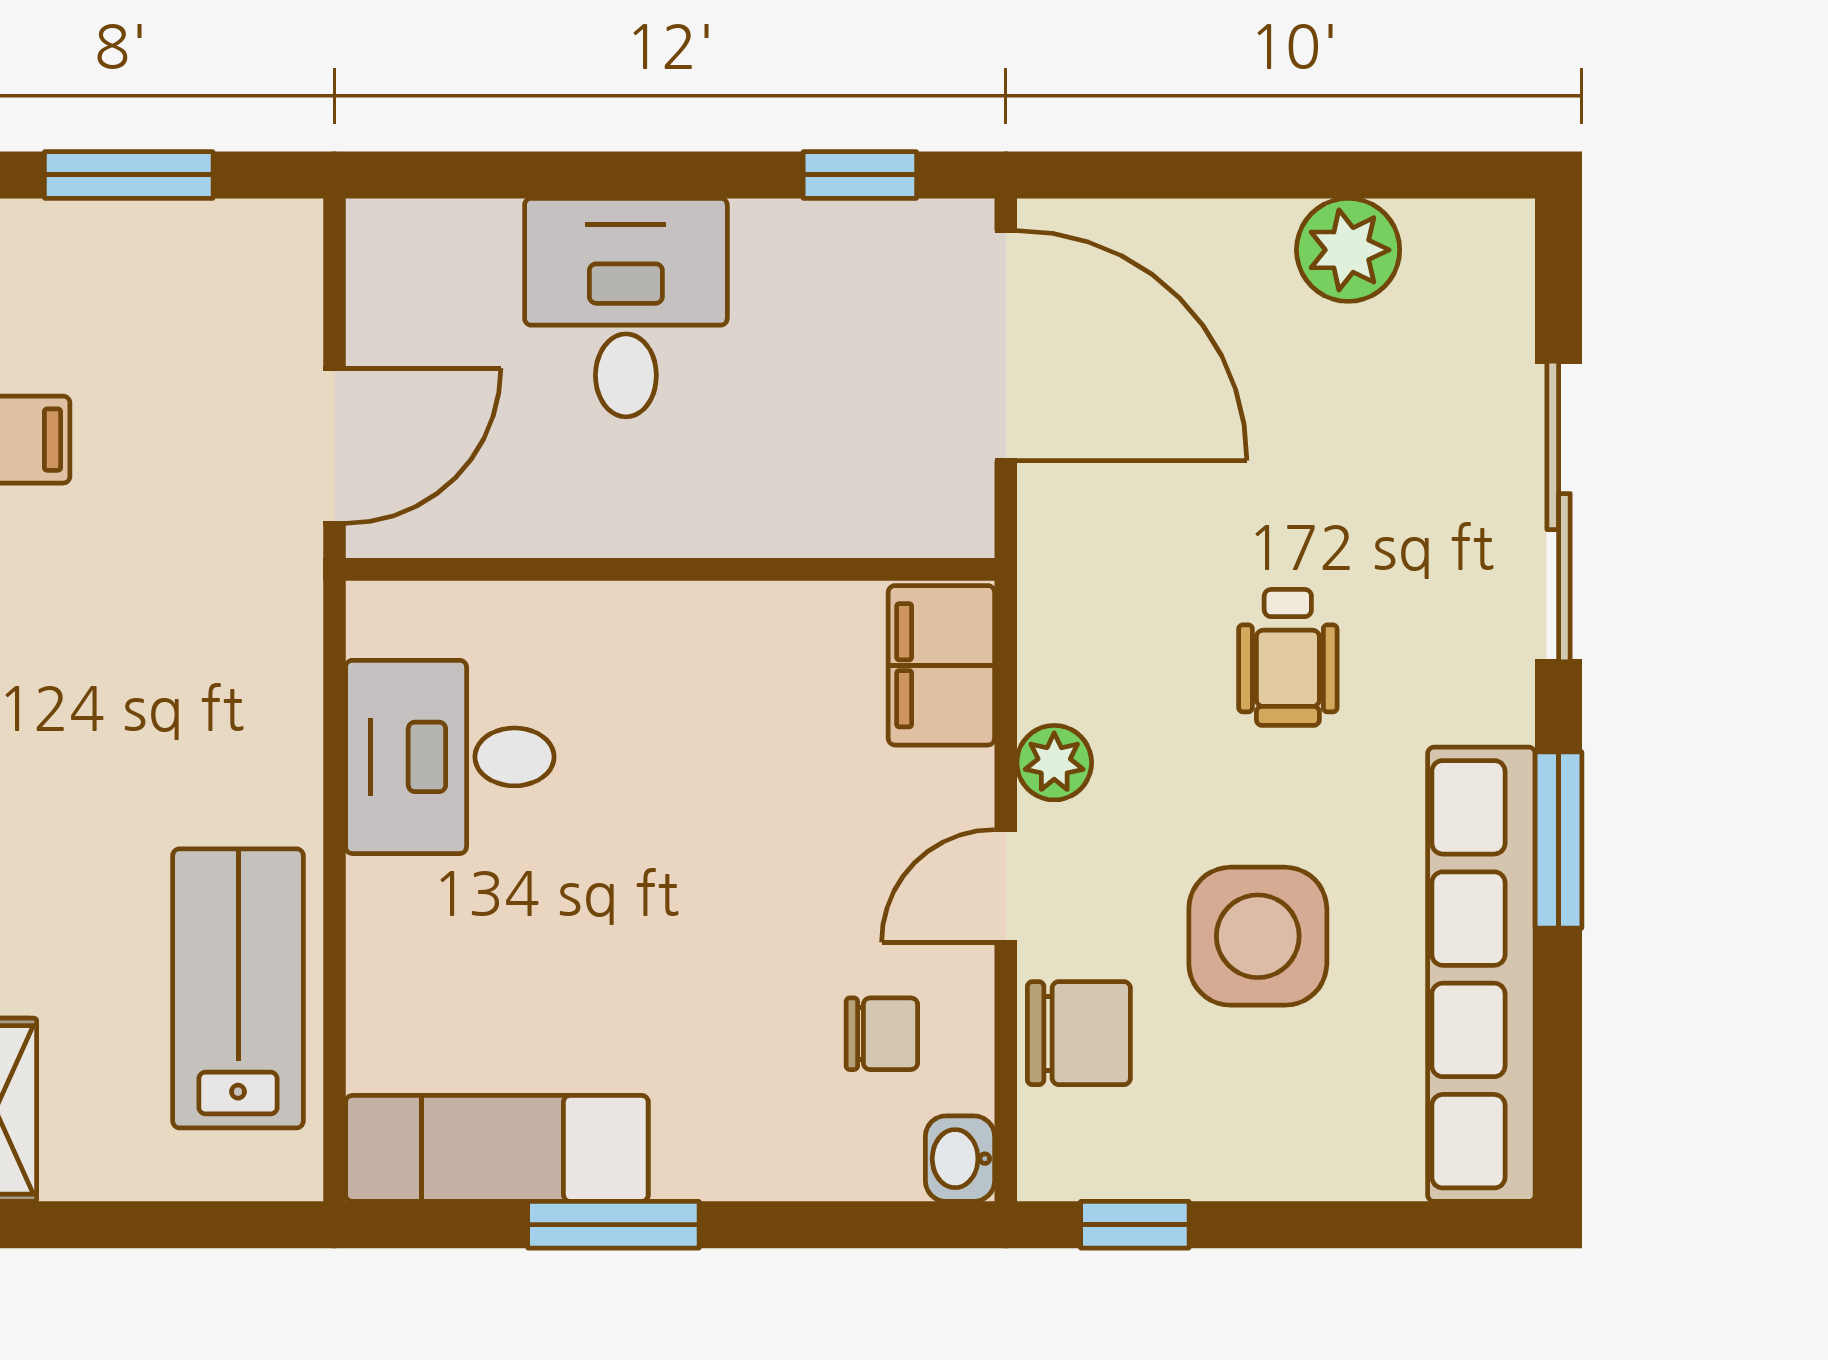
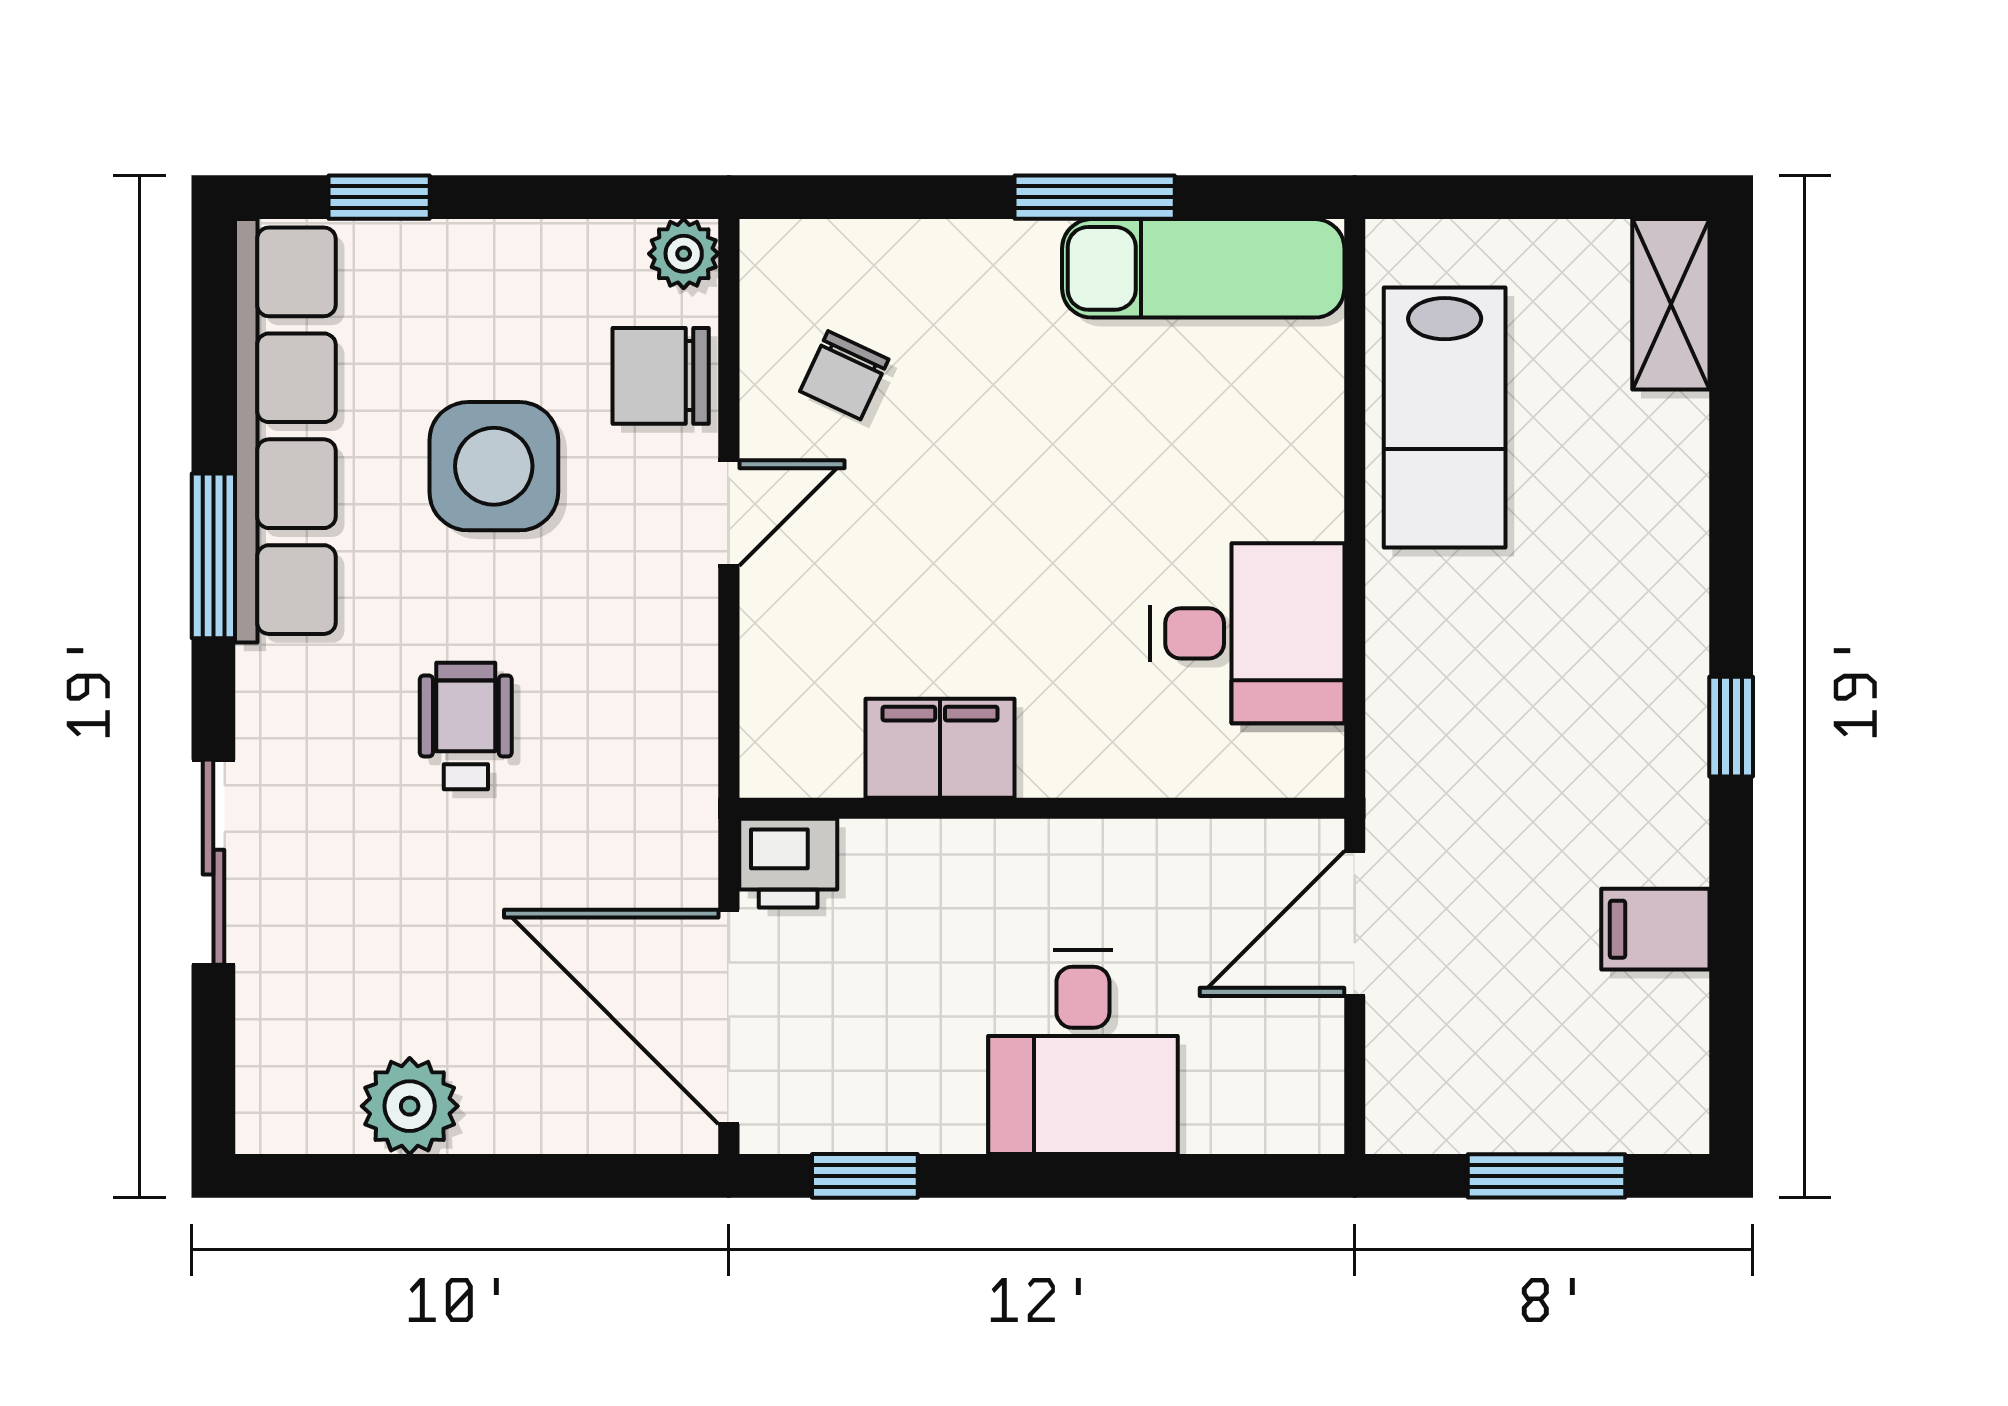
printer: (942, 511) -> (788, 863), added
sliding door: (1559, 512) -> (213, 862), width x0.73
filing cabinet: (941, 665) -> (940, 748), moved, turned -90
plant: (1054, 763) -> (684, 254), moved
chair: (882, 1034) -> (844, 375), turned -65
washbasin: (960, 1159) -> (772, 259), removed
window: (1135, 1225) -> (379, 197), moved

